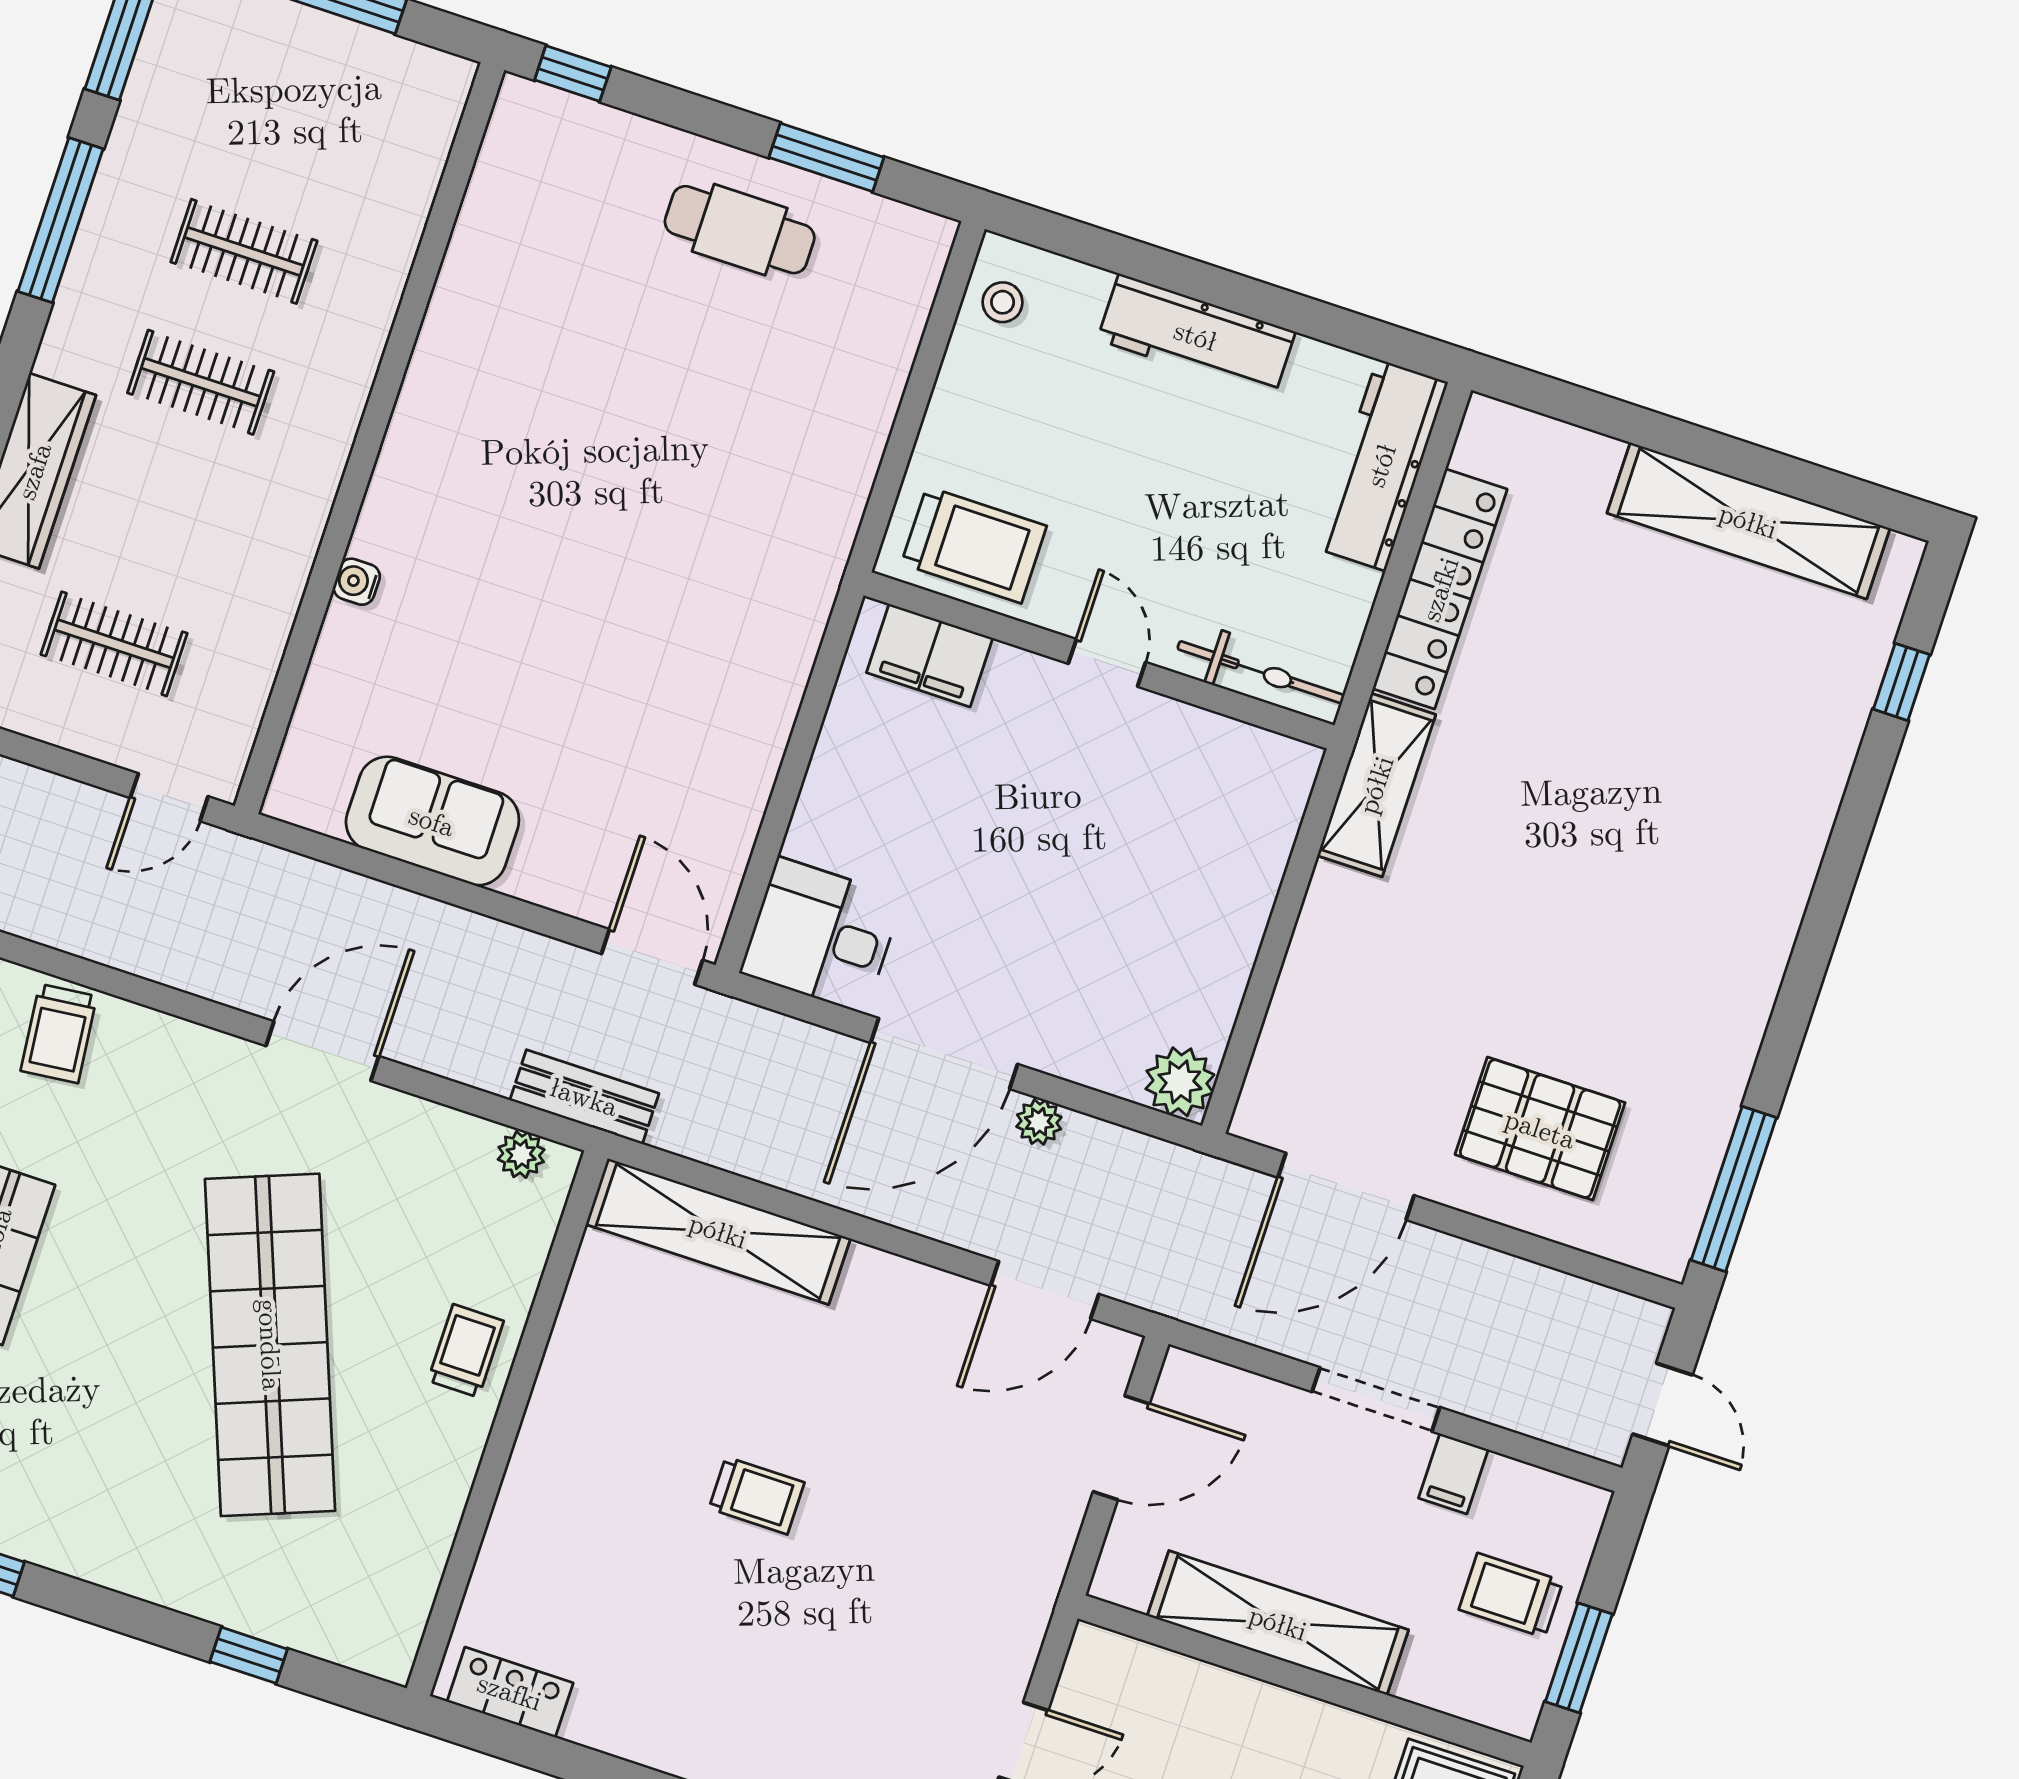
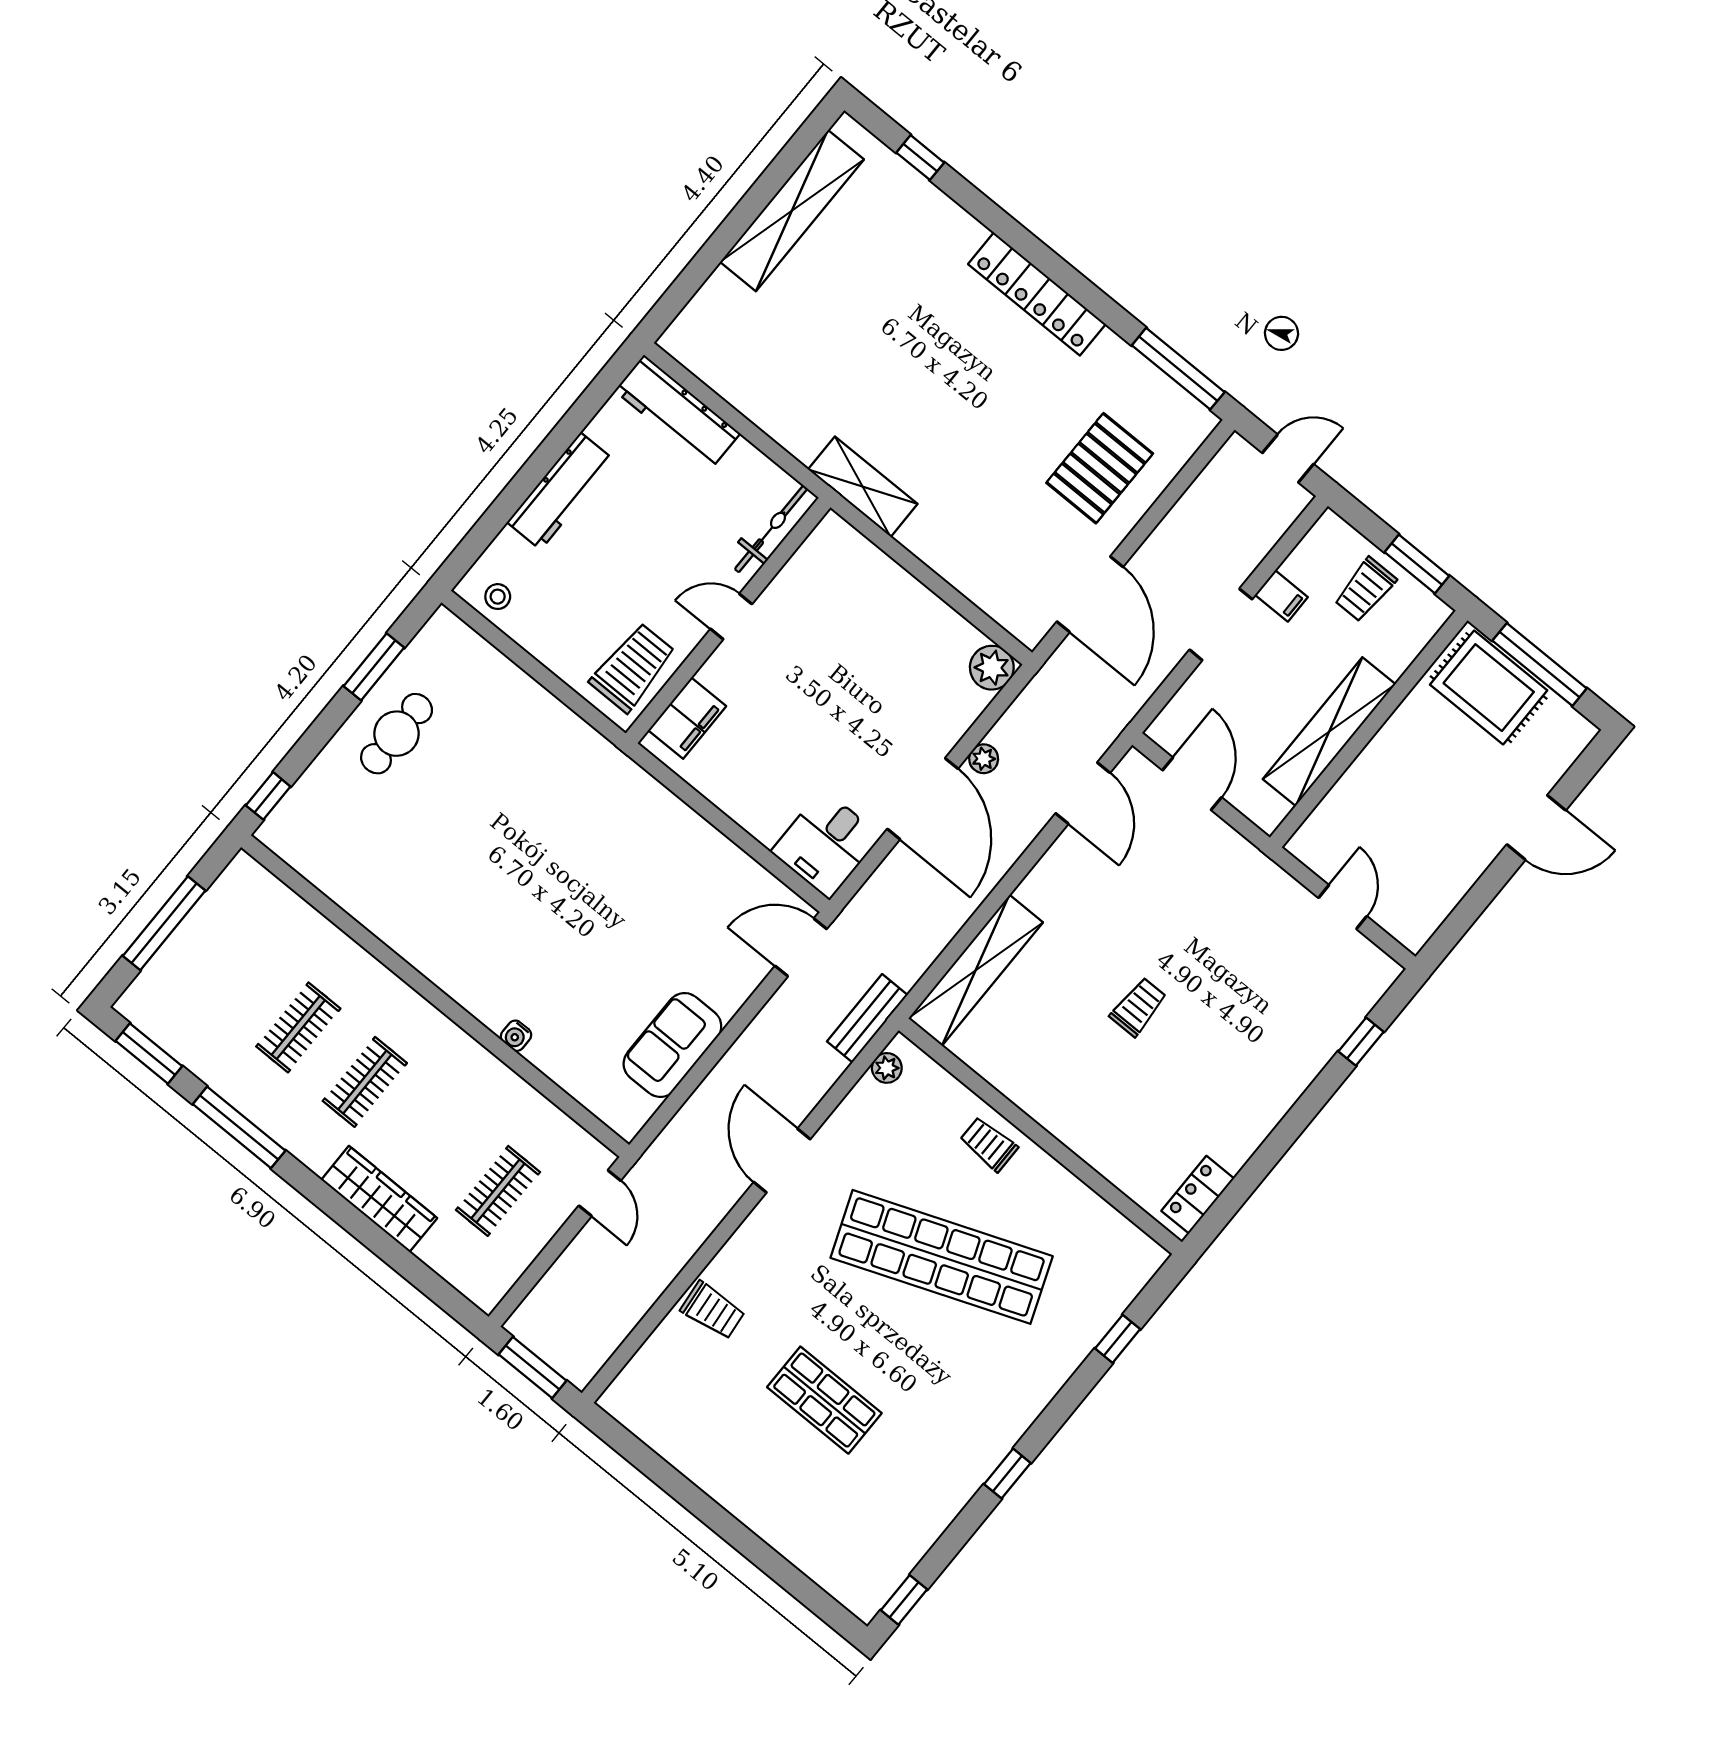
locker: (1440, 589) -> (1037, 294), moved, turned 180

